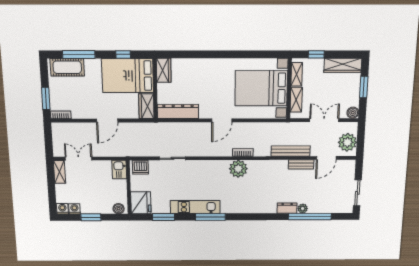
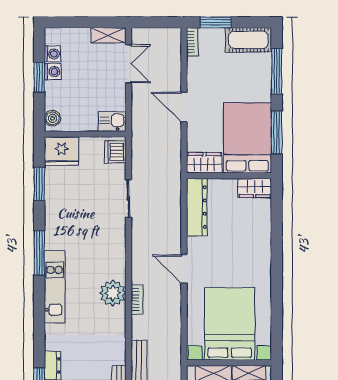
window: (123, 54) -> (277, 132), width x2.17
cot: (67, 67) -> (248, 40), moved, turned 90
kitchen unit: (195, 207) -> (55, 287), moved
washing machine: (62, 209) -> (53, 72), moved

